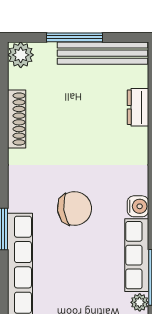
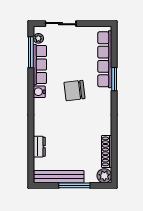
shoe rack: (17, 119) -> (107, 151), moved

